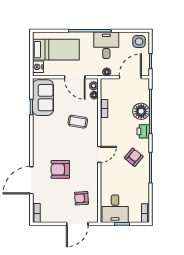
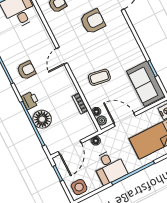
armchair: (134, 157) -> (26, 70), turned -130

